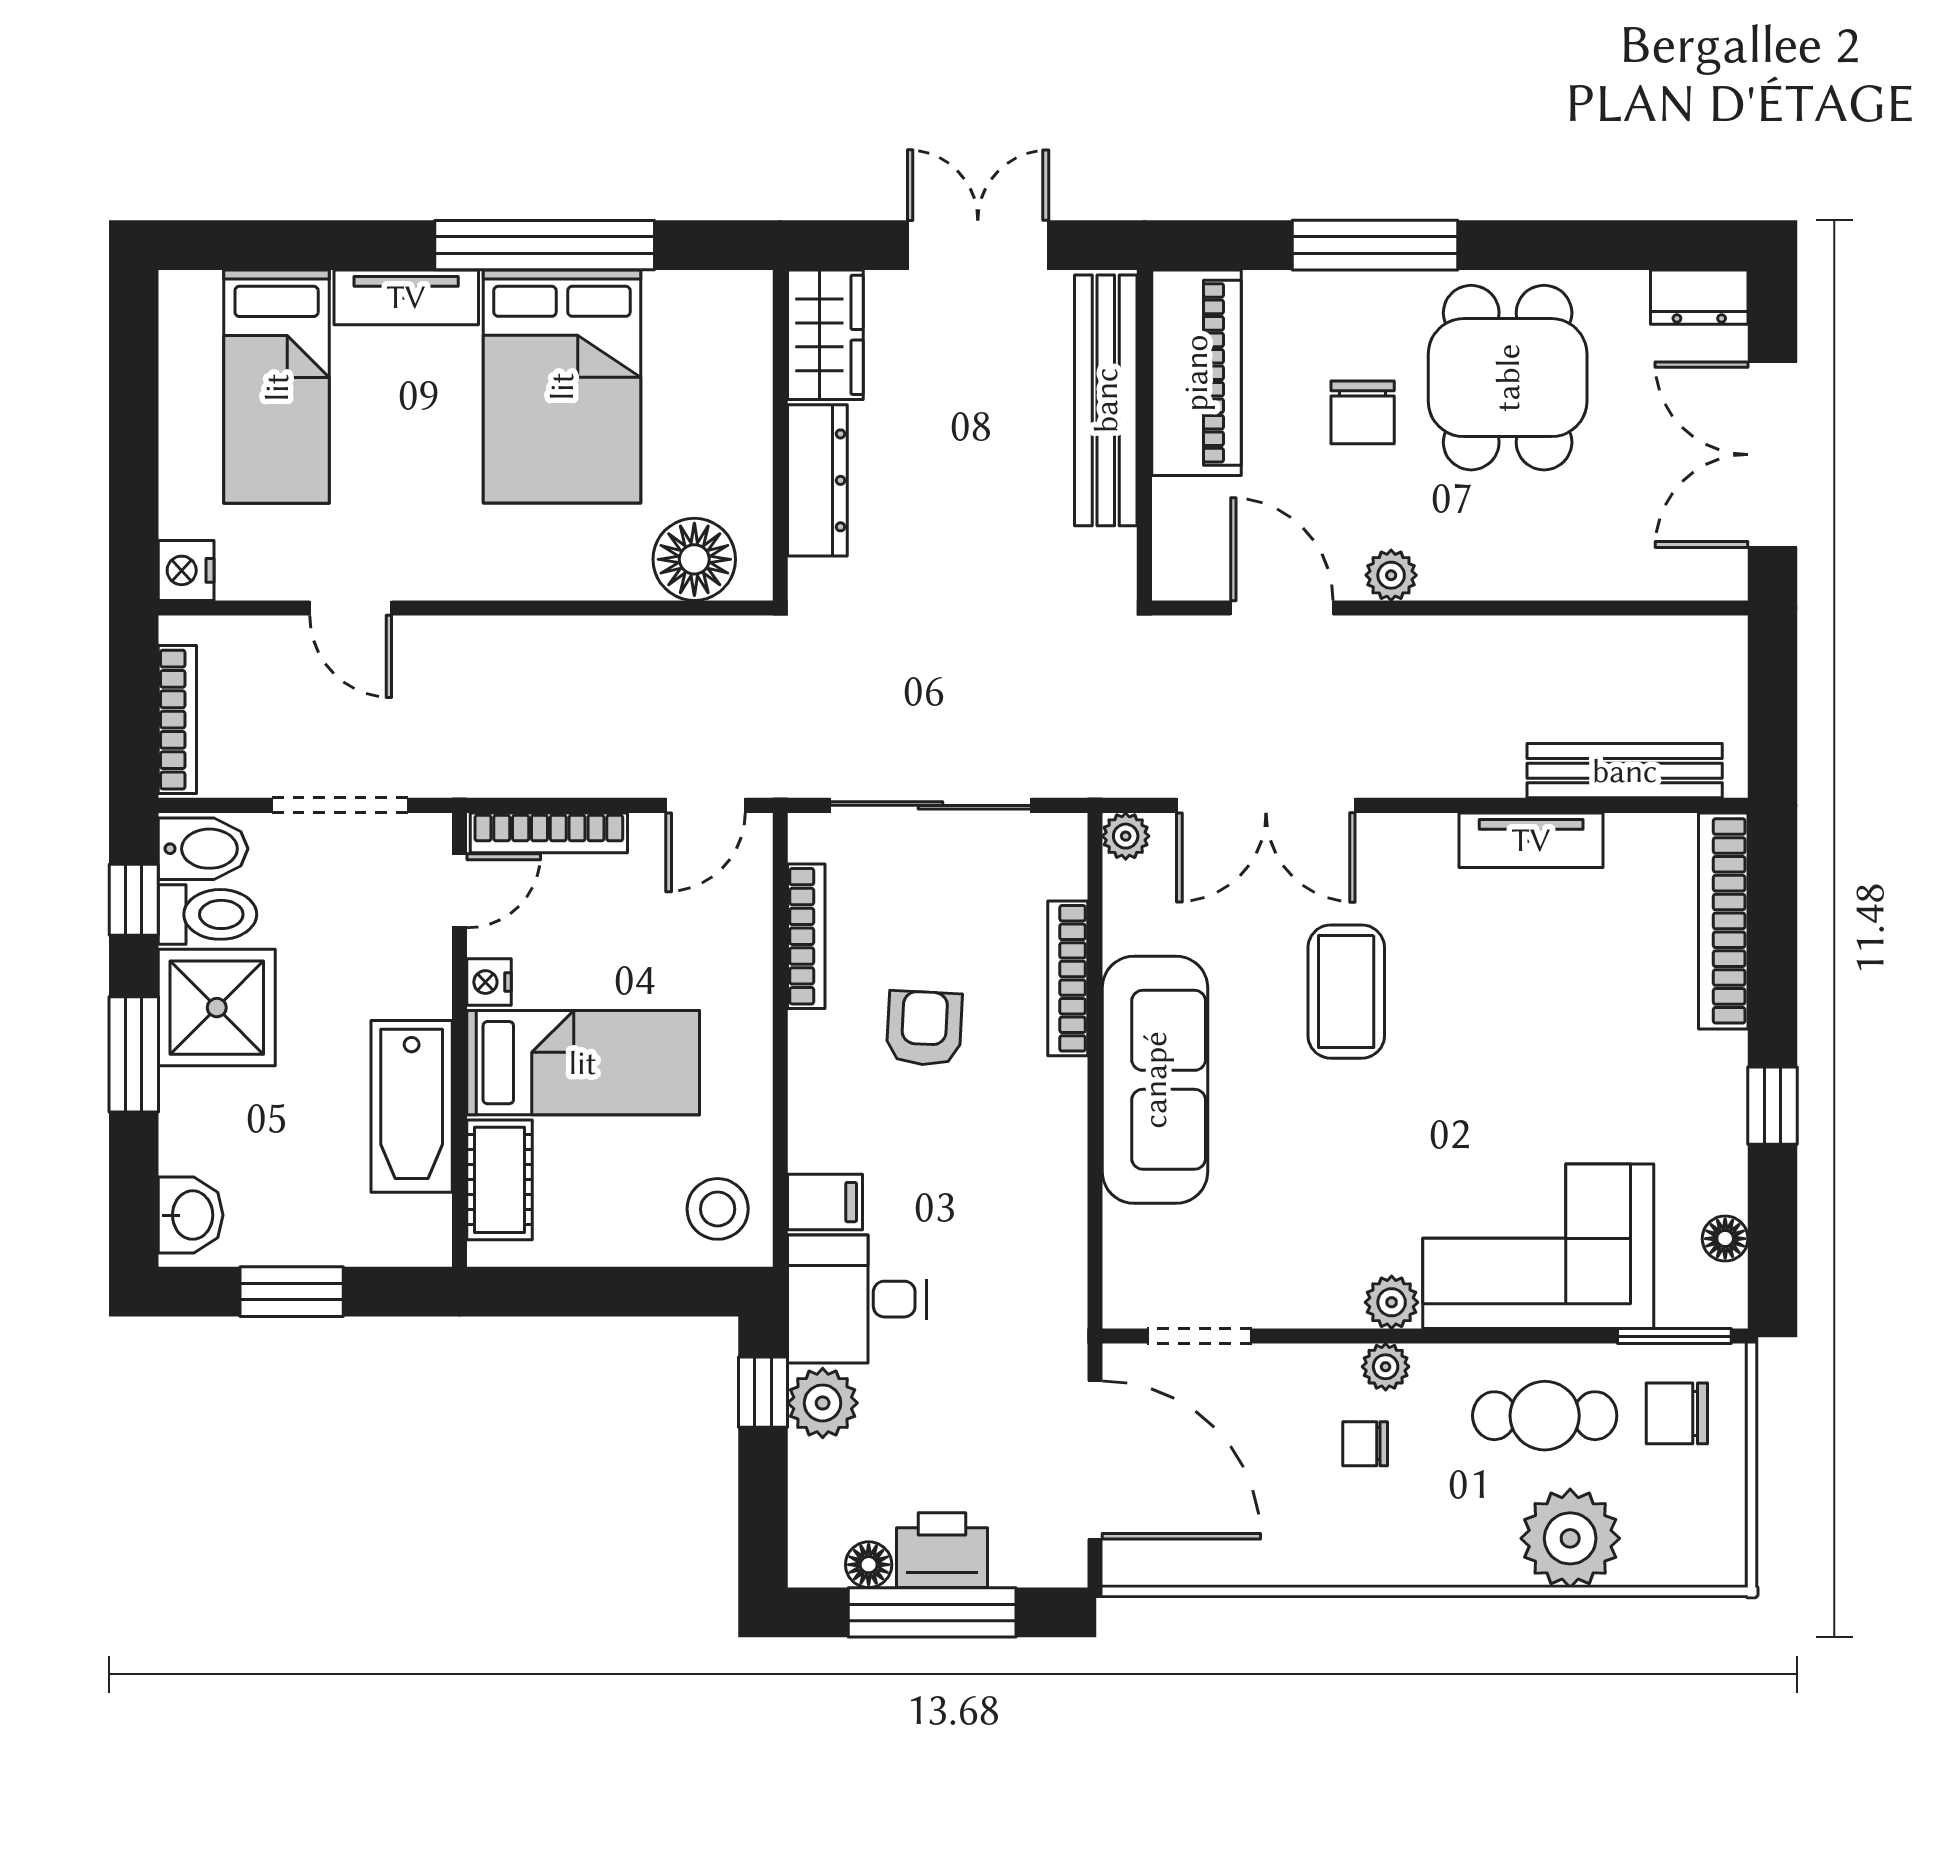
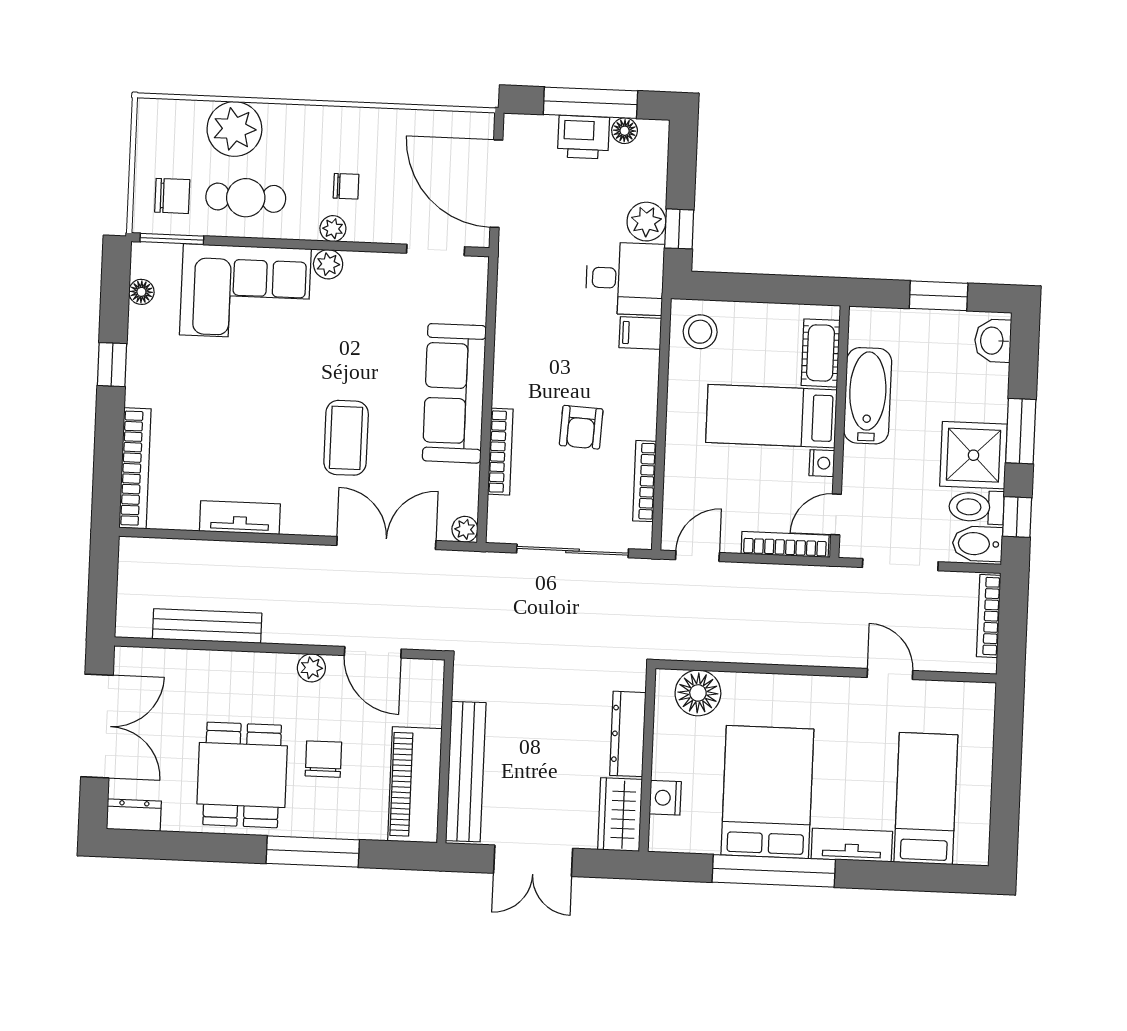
nightstand: (186, 570) -> (665, 798), moved, turned 180
bench: (1625, 771) -> (207, 626), moved

